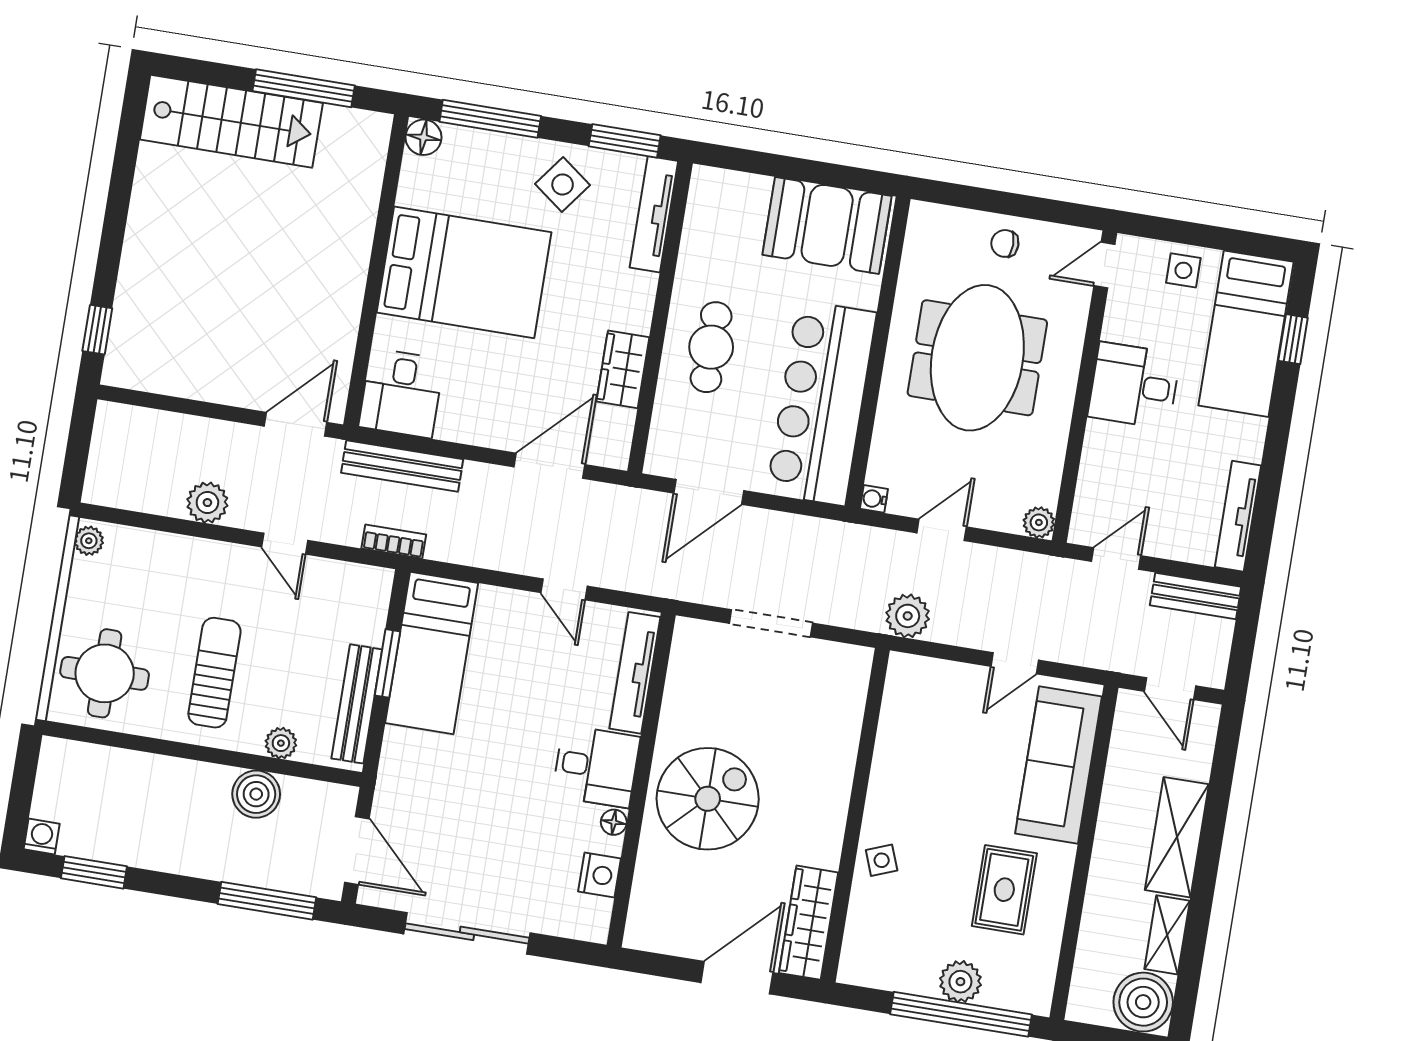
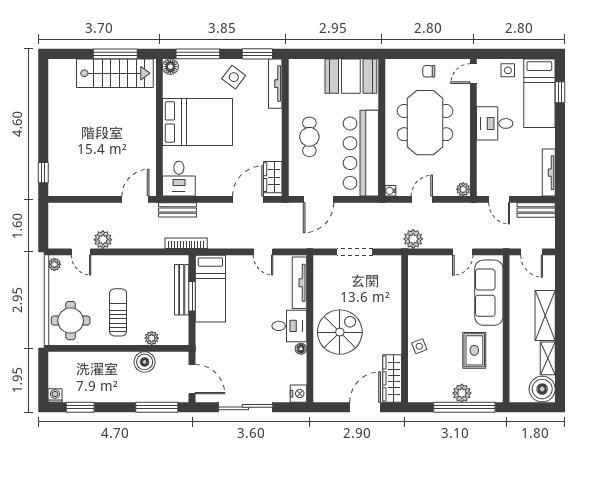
stairs: (231, 121) -> (115, 73), moved
wardrobe: (623, 369) -> (273, 177), moved
bench: (402, 466) -> (177, 210), width x0.73
bookcase: (394, 541) -> (186, 243), width x1.56
door: (285, 544) -> (81, 252), moved
door: (1116, 559) -> (499, 199), swing flipped
bench: (357, 704) -> (182, 290), moved
nightstand: (599, 875) -> (298, 394), moved

